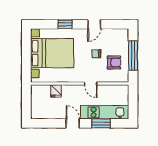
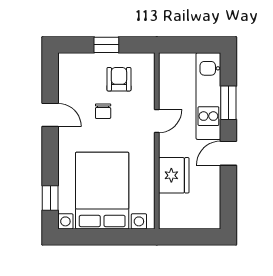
window: (65, 24) -> (50, 198), moved
window: (133, 56) -> (106, 45), width x0.46
fridge: (56, 91) -> (174, 175), width x1.88, depth x1.34

